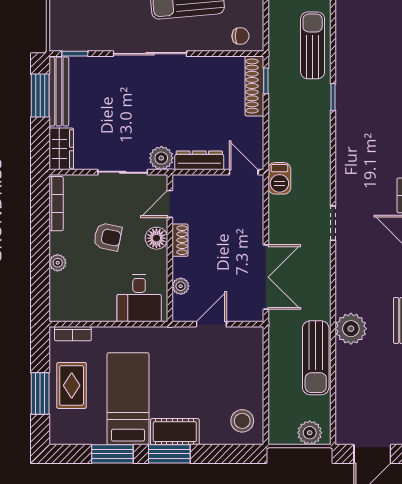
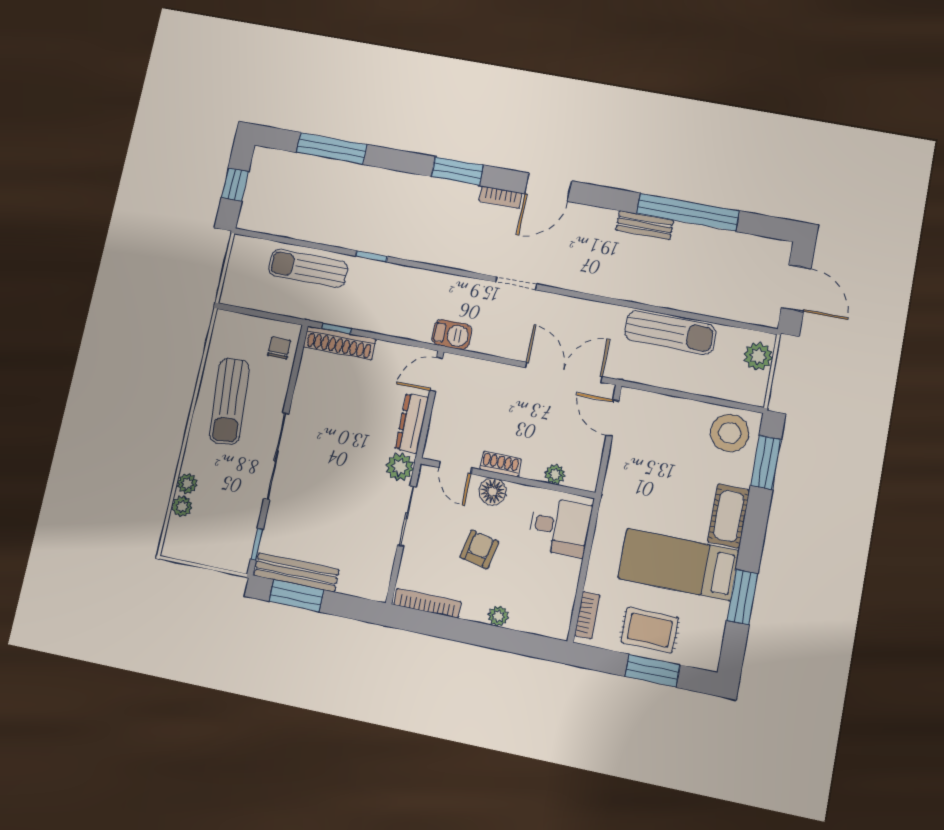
wardrobe: (61, 149) -> (364, 583), removed
door: (211, 324) -> (613, 418), moved
plant: (351, 329) -> (643, 286), removed
stool: (242, 421) -> (730, 433), width x1.38, depth x1.38
window: (169, 454) -> (766, 462), moved

